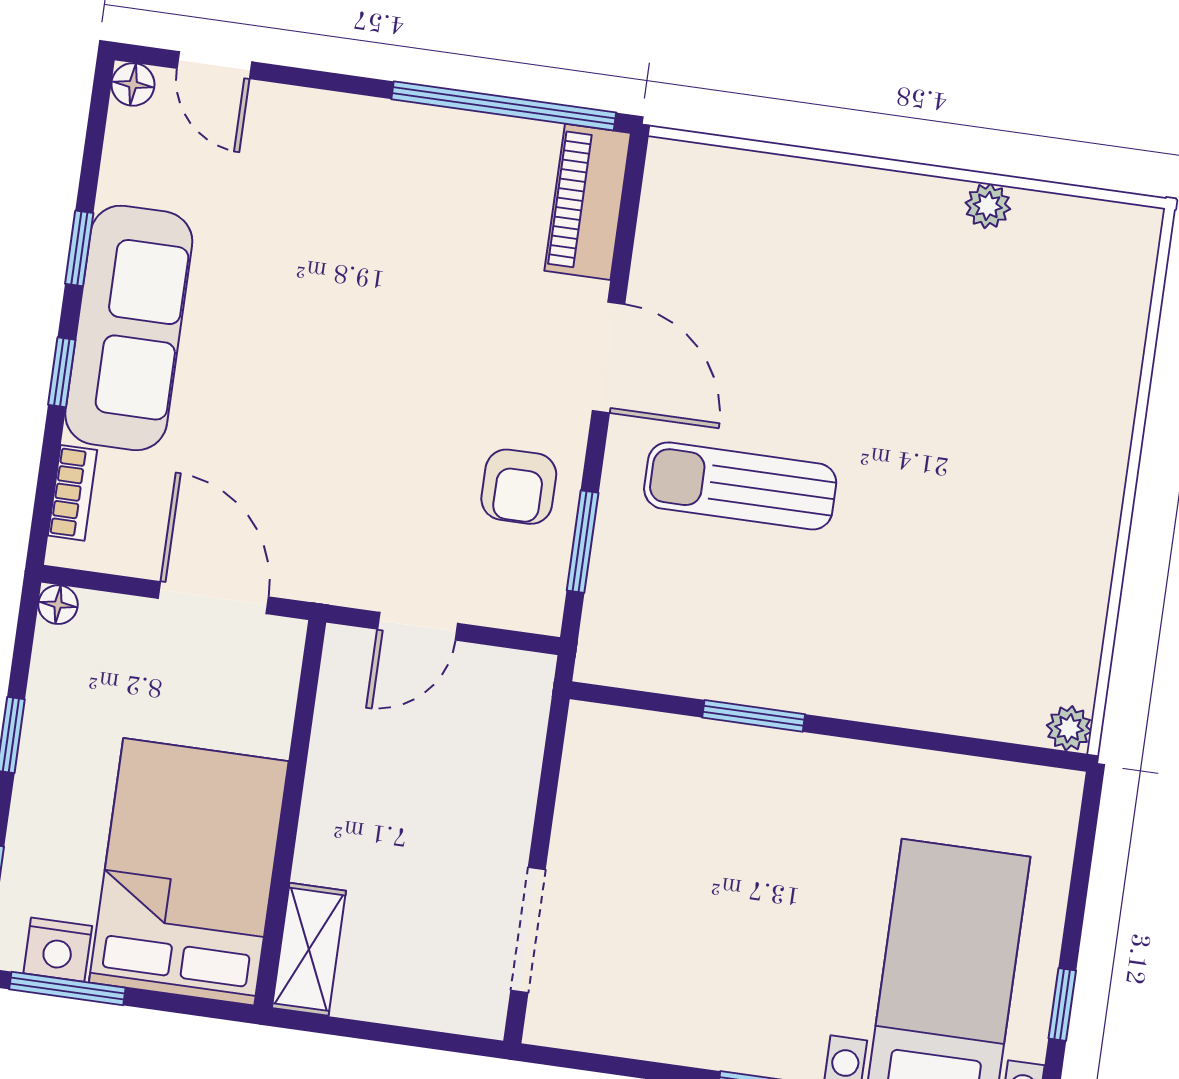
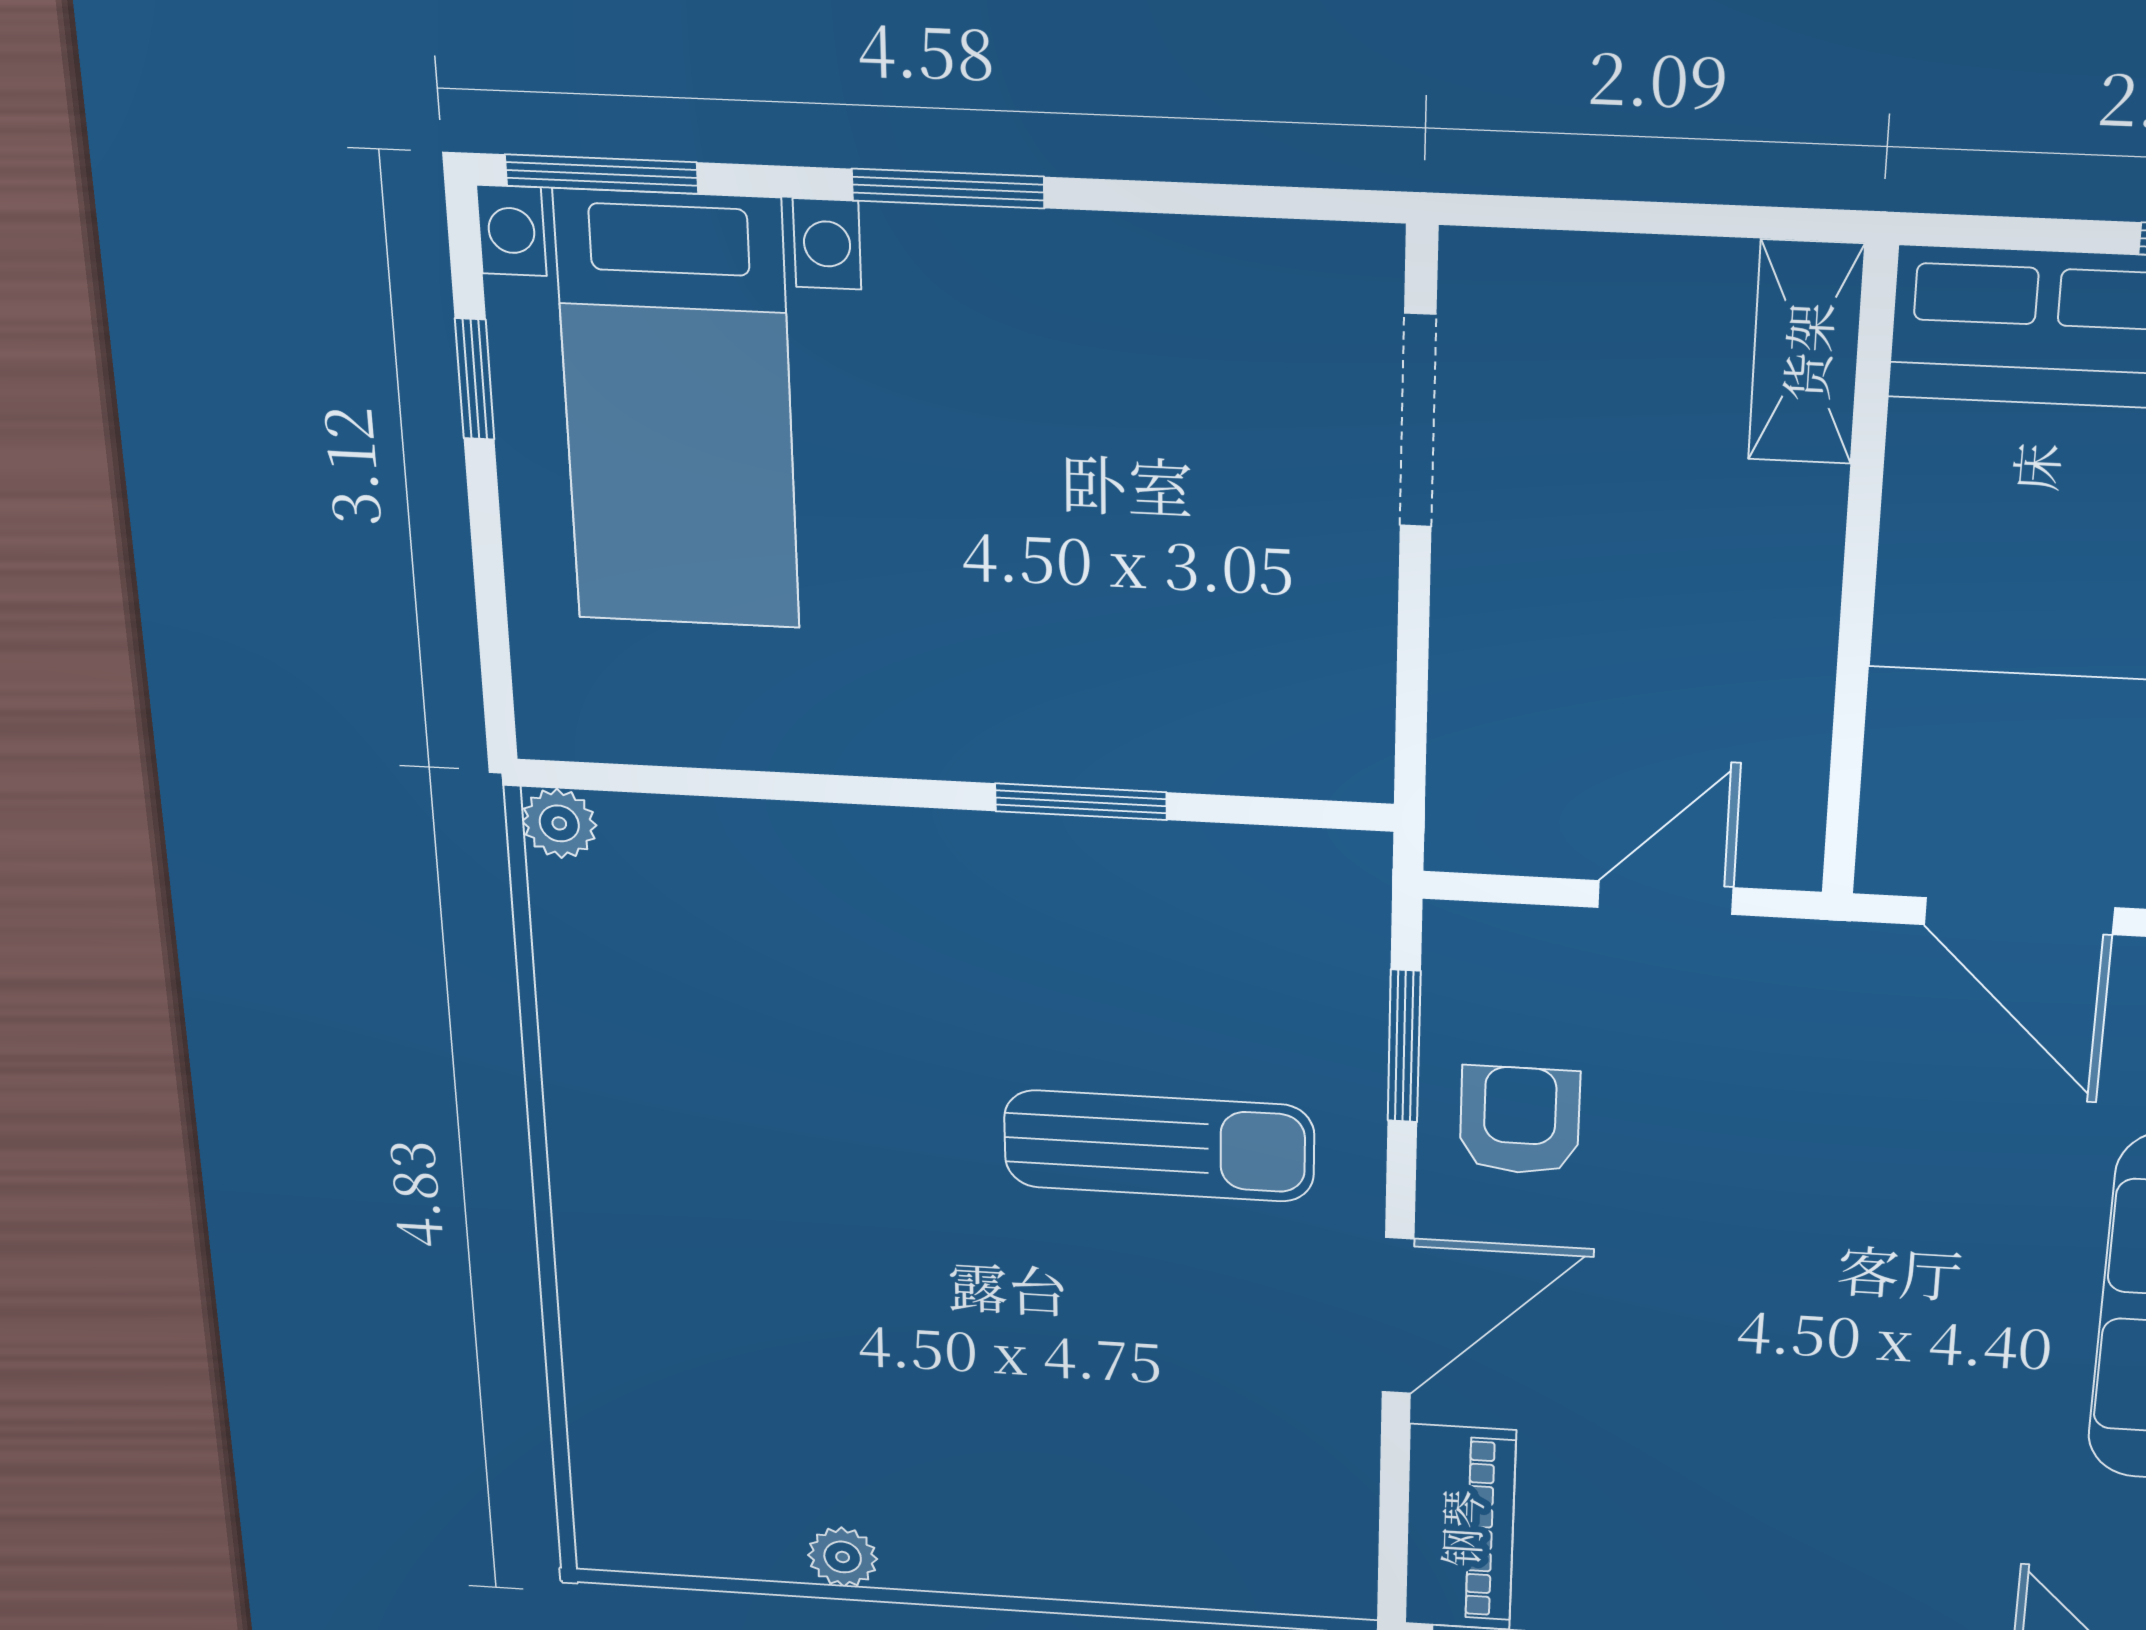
door: (609, 357) -> (1398, 1316), swing flipped

